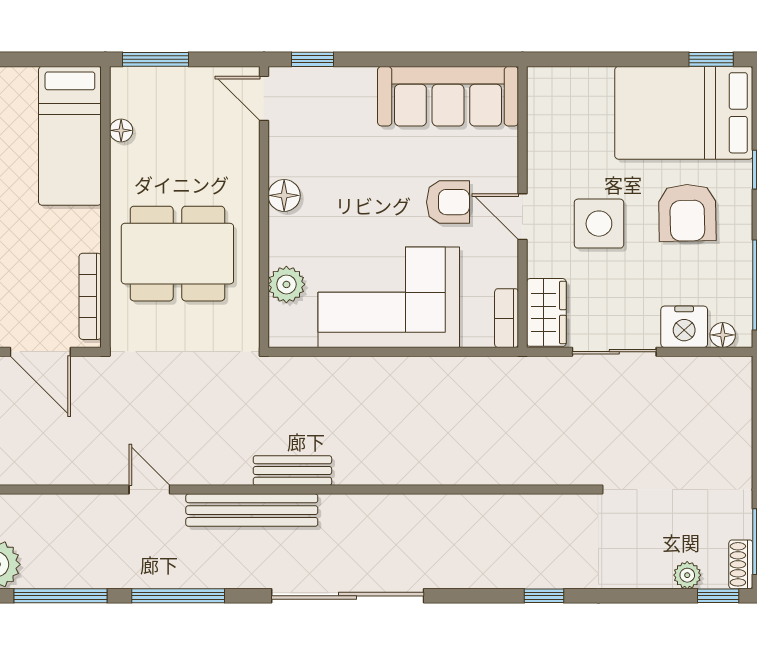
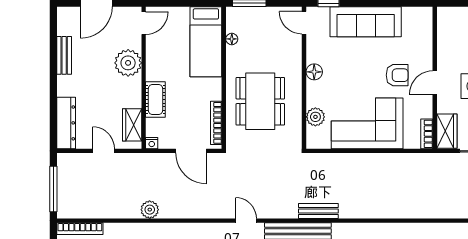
sofa: (448, 96) -> (366, 22), moved
door: (522, 217) -> (435, 83), hinge flipped
dining table: (177, 254) -> (260, 101), turned 90

